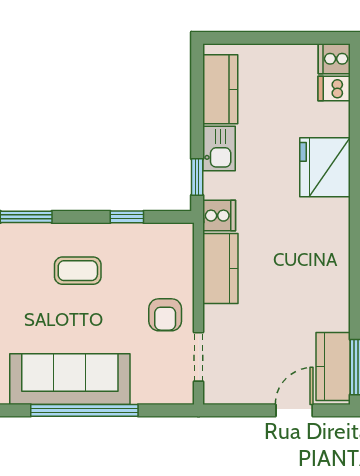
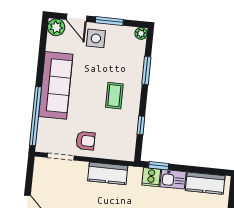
cooker: (219, 216) -> (151, 177), moved
armchair: (165, 315) -> (85, 141), turned 180
window: (84, 410) -> (35, 116), moved

